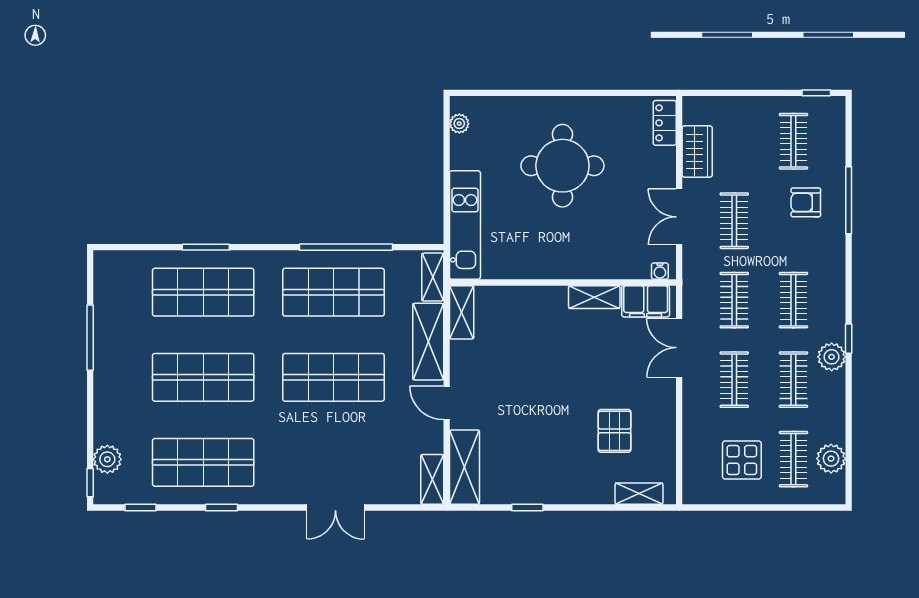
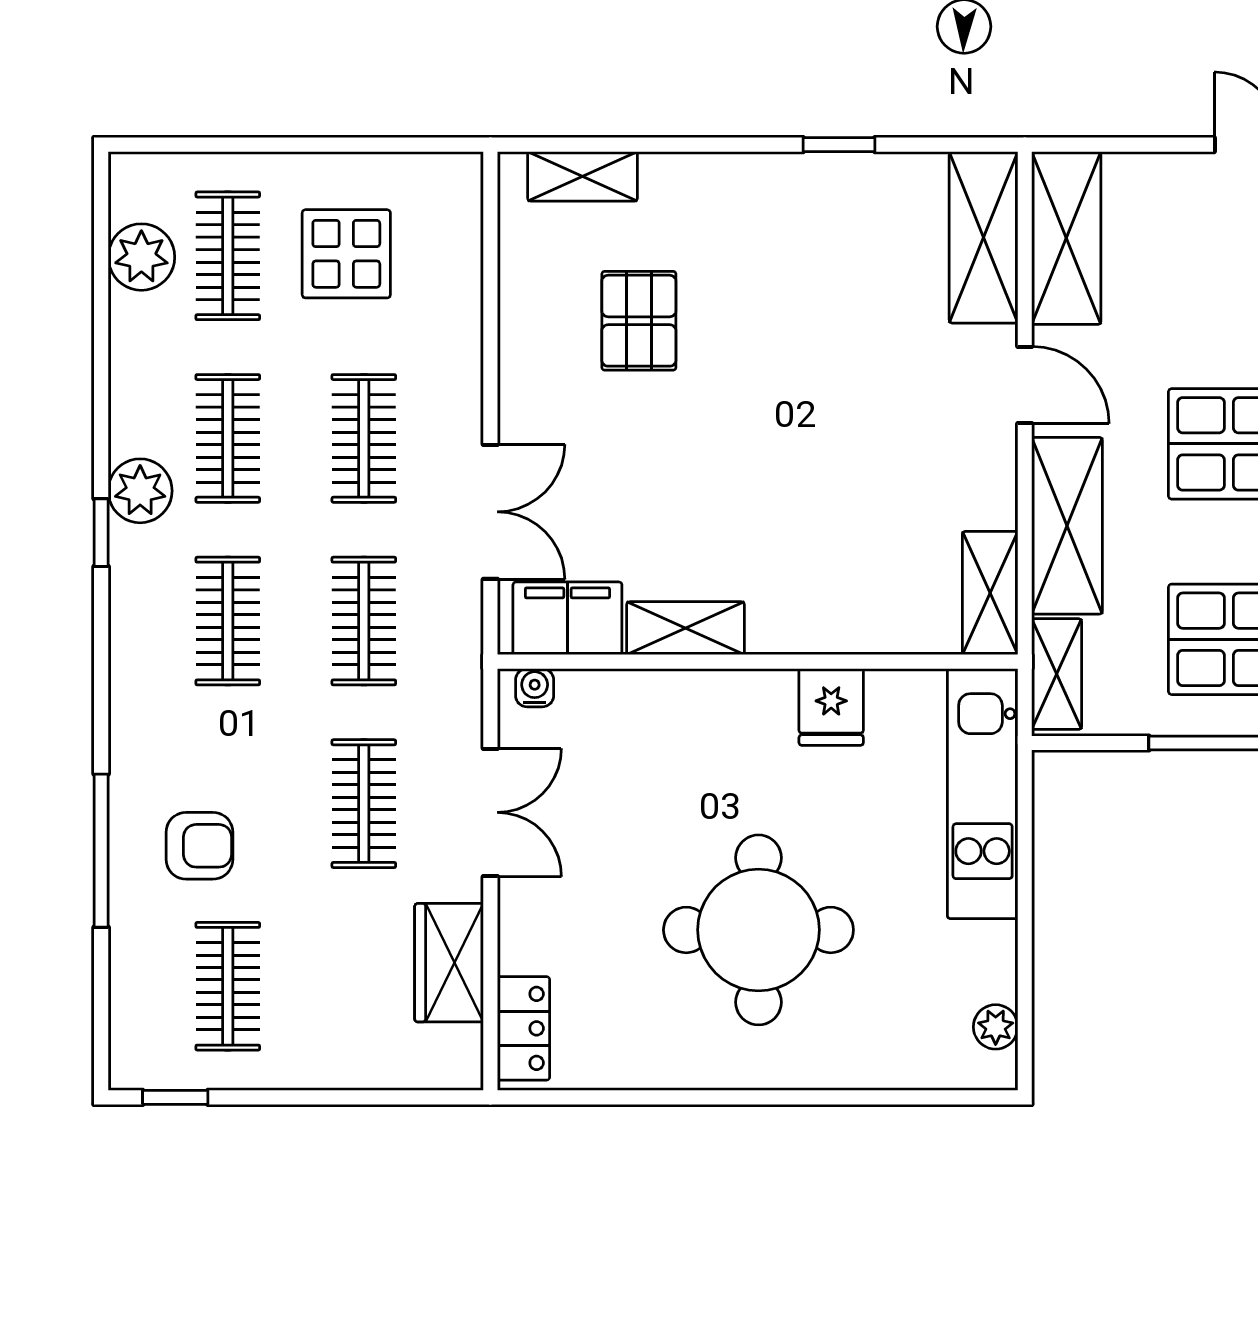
fridge: (531, 263) -> (831, 707), added
shelving: (432, 479) -> (1066, 238), width x1.50, depth x1.33

